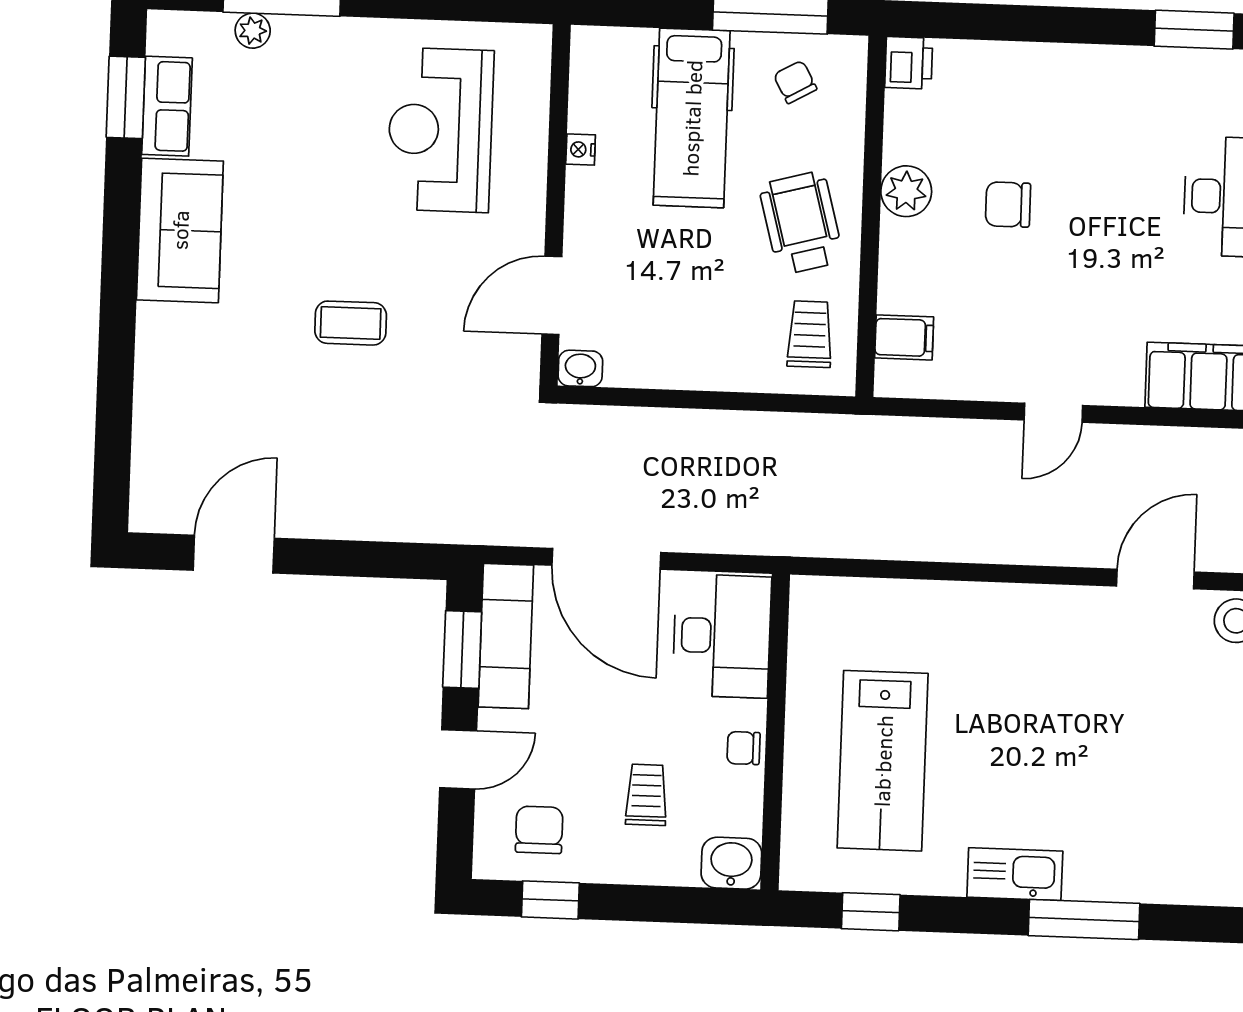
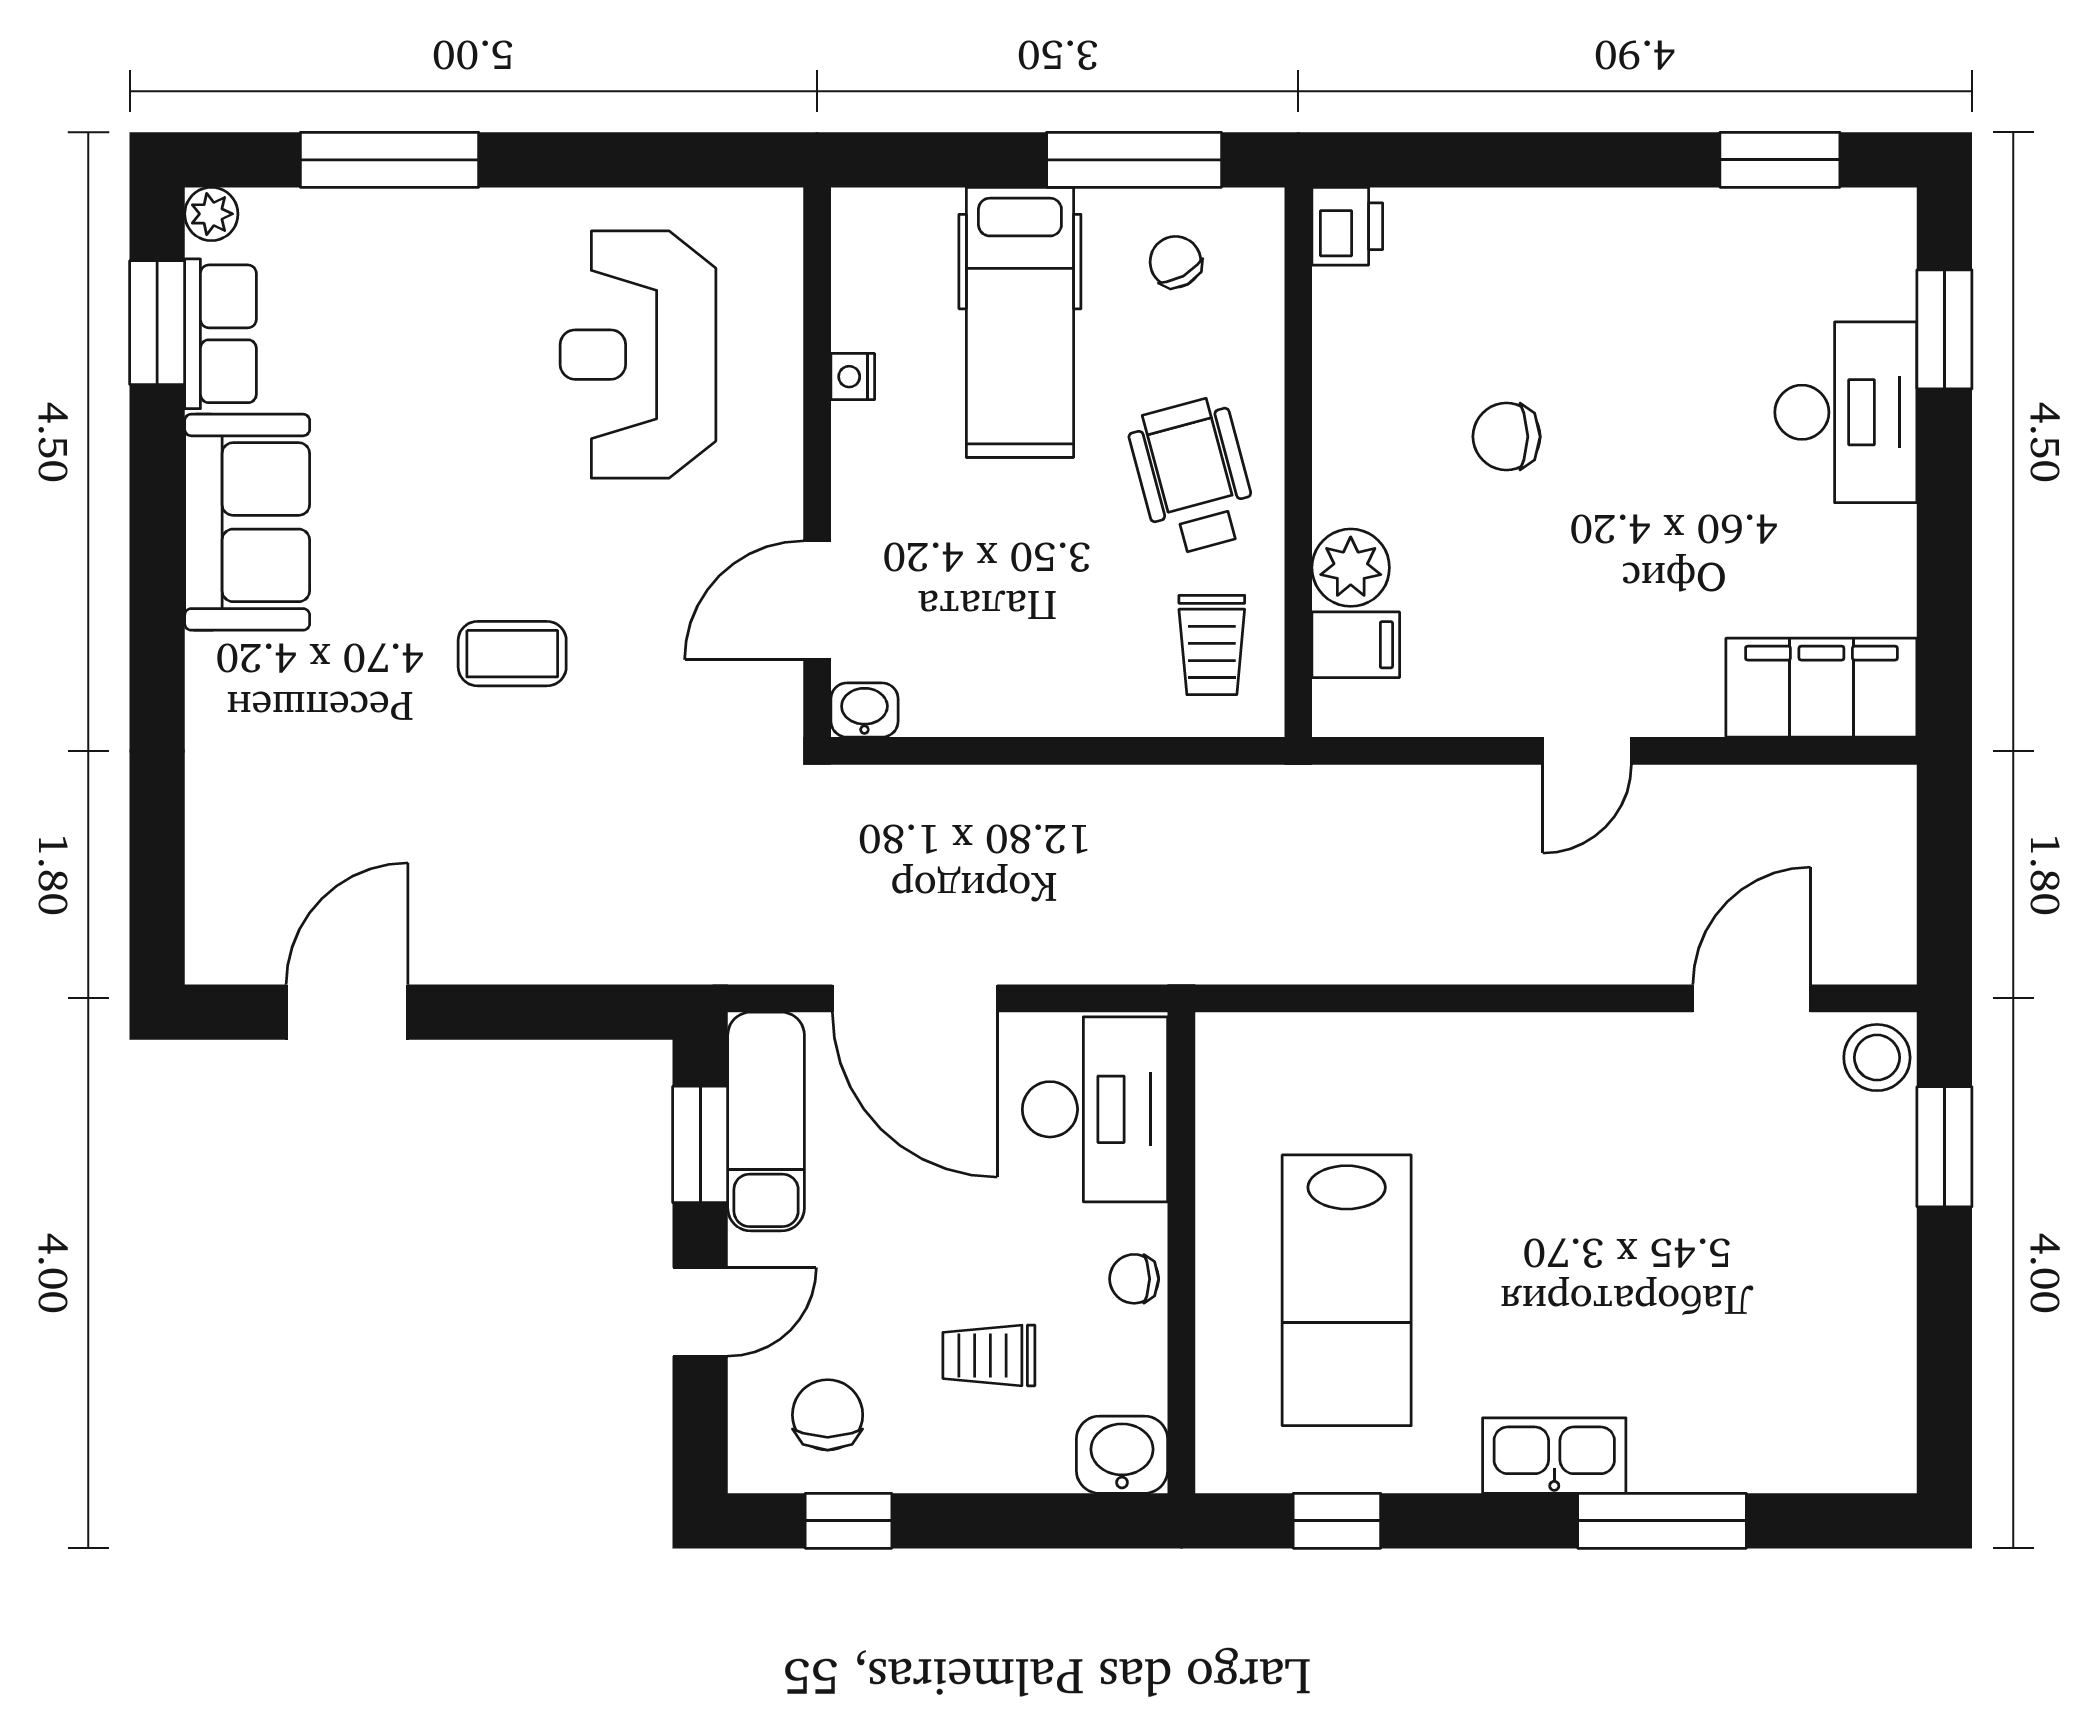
plant: (253, 31) -> (211, 214), moved
plant: (906, 191) -> (1351, 568), moved
trolley: (810, 334) -> (1212, 645), turned 180
trolley: (646, 795) -> (989, 1355), turned -90

